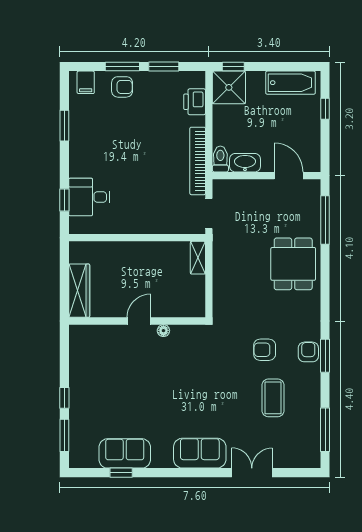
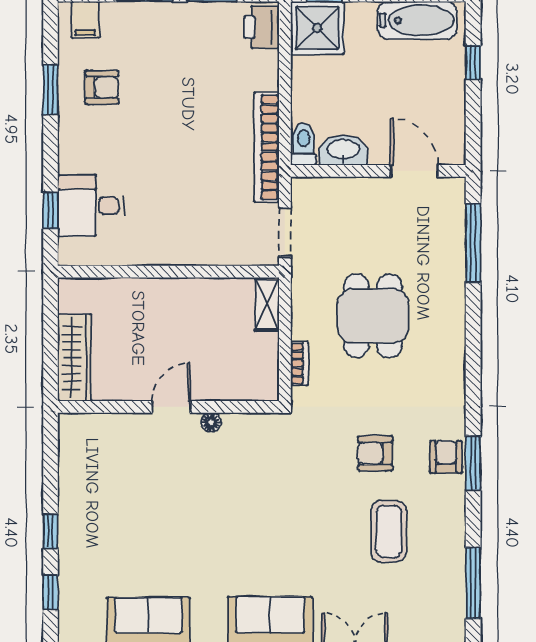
armchair: (122, 87) -> (102, 87), moved
printer: (195, 102) -> (262, 27), moved
dining table: (293, 264) -> (373, 316), moved
bookcase: (218, 294) -> (299, 363), added
window: (64, 435) -> (50, 592), width x0.67

